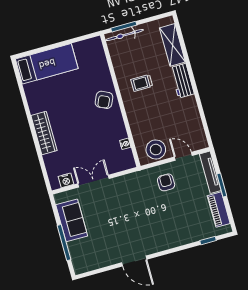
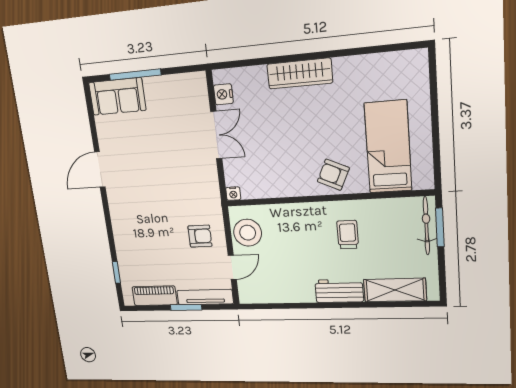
bed: (47, 64) -> (388, 147), moved, turned 180
nightstand: (125, 144) -> (233, 194), moved
sofa: (72, 220) -> (117, 96), moved

